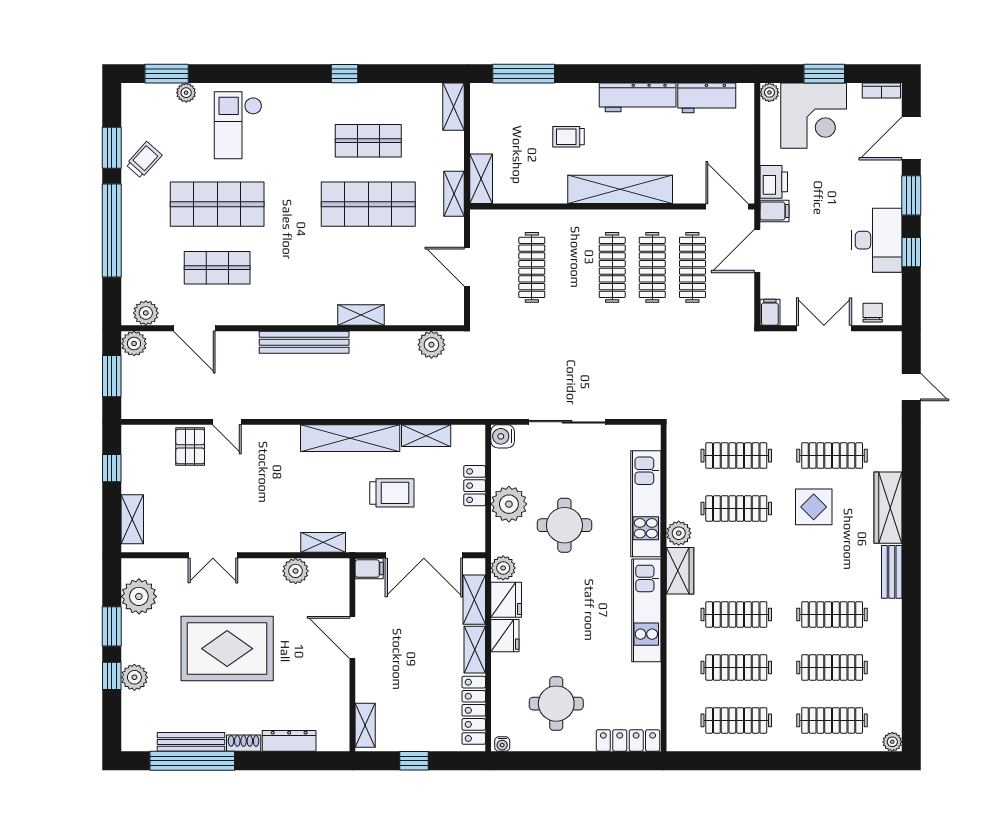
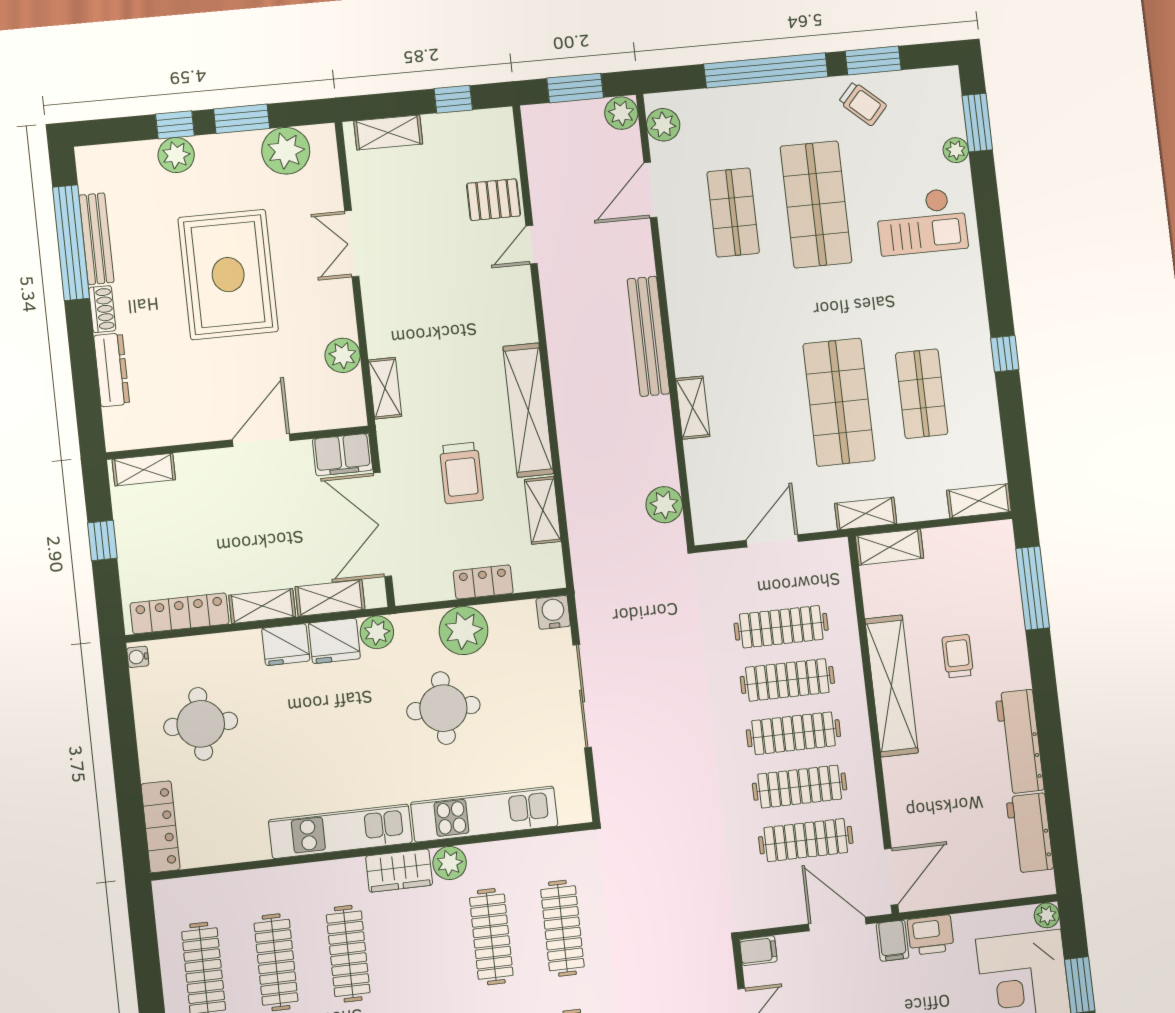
checkout: (238, 125) -> (922, 222), turned 180
shelving: (620, 189) -> (892, 686), moved
clothes rail: (572, 267) -> (787, 680), added
filing cabinet: (369, 569) -> (342, 455), width x2.00

